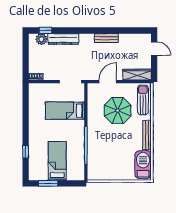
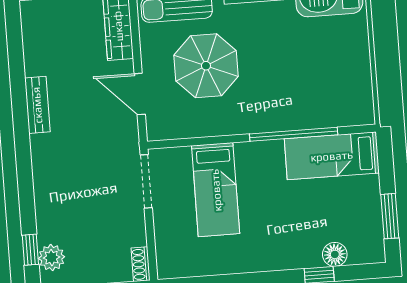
dresser: (63, 39) -> (47, 206), removed
floor lamp: (34, 159) -> (335, 254), added
bed: (57, 161) -> (332, 156), moved

